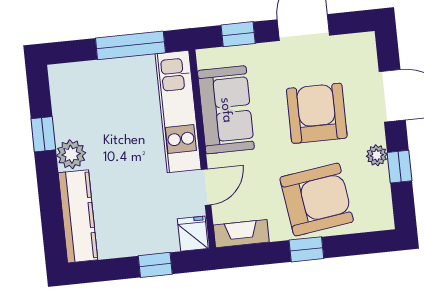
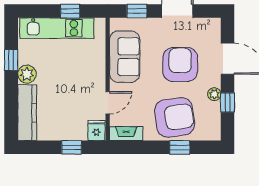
window: (130, 45) -> (70, 11), width x0.46
kitchen unit: (178, 112) -> (57, 28), moved, turned -90
window: (306, 249) -> (180, 147), moved

